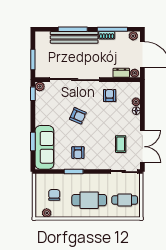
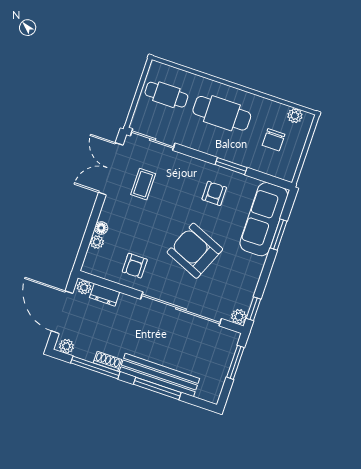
armchair: (78, 116) -> (195, 251), width x1.88, depth x1.88

